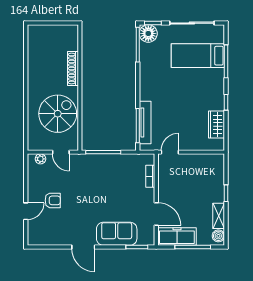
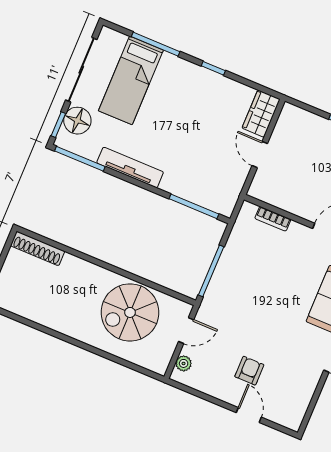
floor lamp: (148, 33) -> (77, 121), moved
shoe rack: (73, 69) -> (38, 248), moved
spiral stairs: (58, 114) -> (130, 312), turned -90
tv unit: (145, 123) -> (130, 167), moved
wardrobe: (217, 124) -> (261, 114), moved, turned 90
door: (170, 152) -> (260, 155), moved

